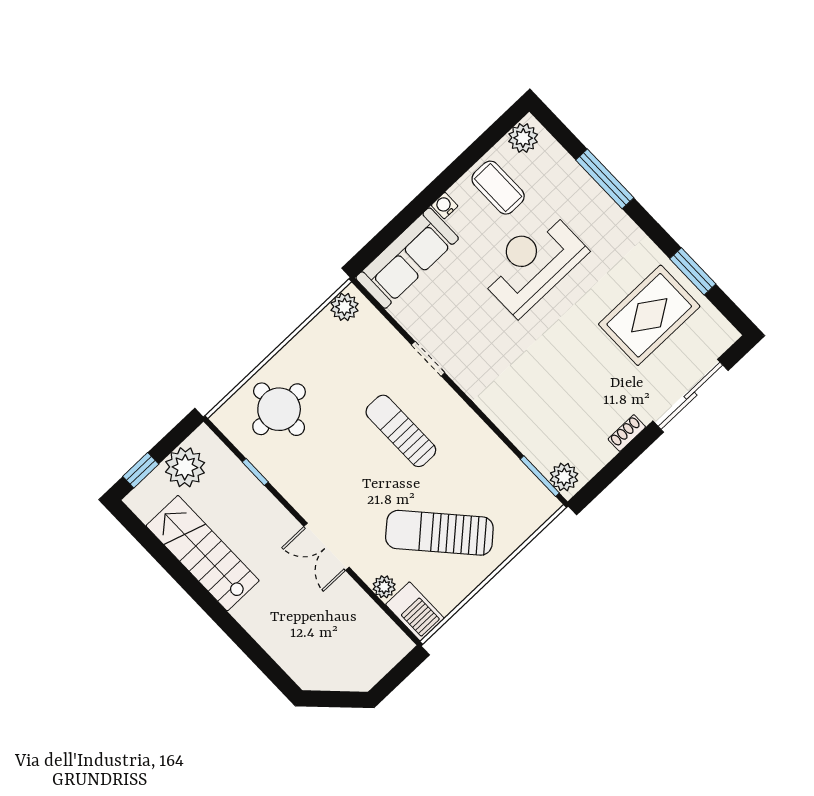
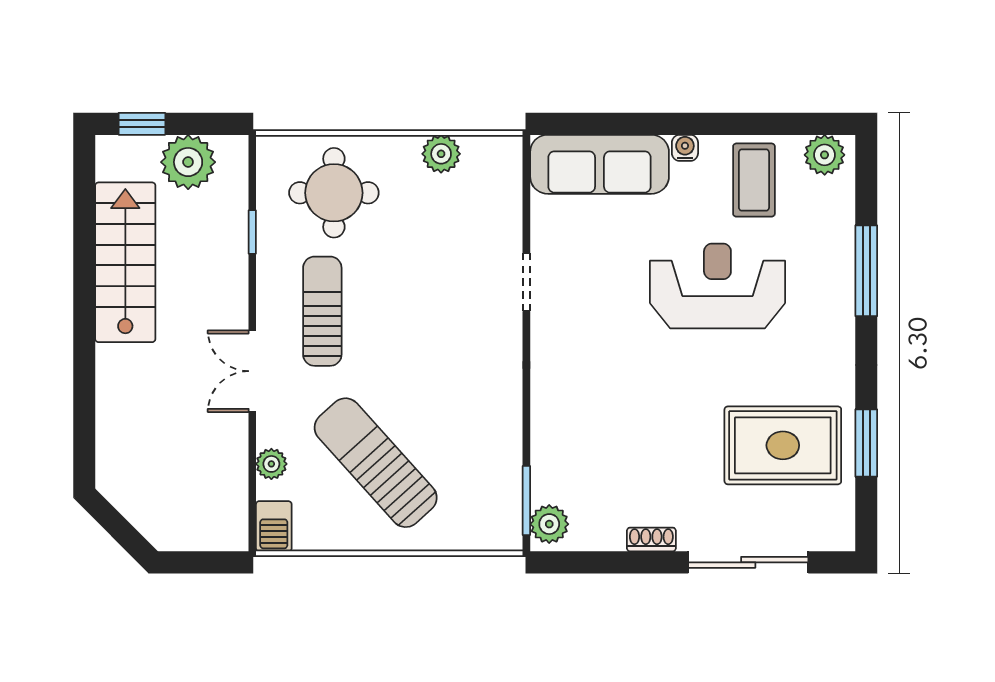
plant: (345, 307) -> (441, 154), moved
sun lounger: (401, 431) -> (322, 311), moved
barbecue: (415, 611) -> (274, 526), width x0.73, depth x0.79

